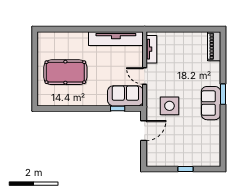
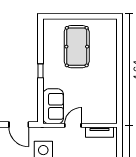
tv unit: (116, 39) -> (110, 97), removed
window: (118, 109) -> (41, 71), moved

